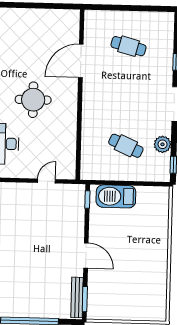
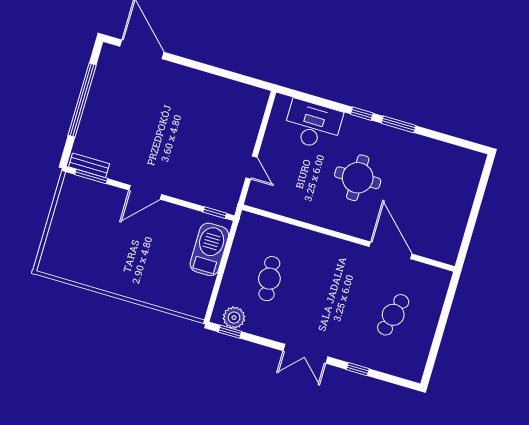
plant: (162, 144) -> (234, 318), moved
cafe table: (126, 146) -> (269, 279), turned -30
bench: (77, 297) -> (89, 165), width x0.73

